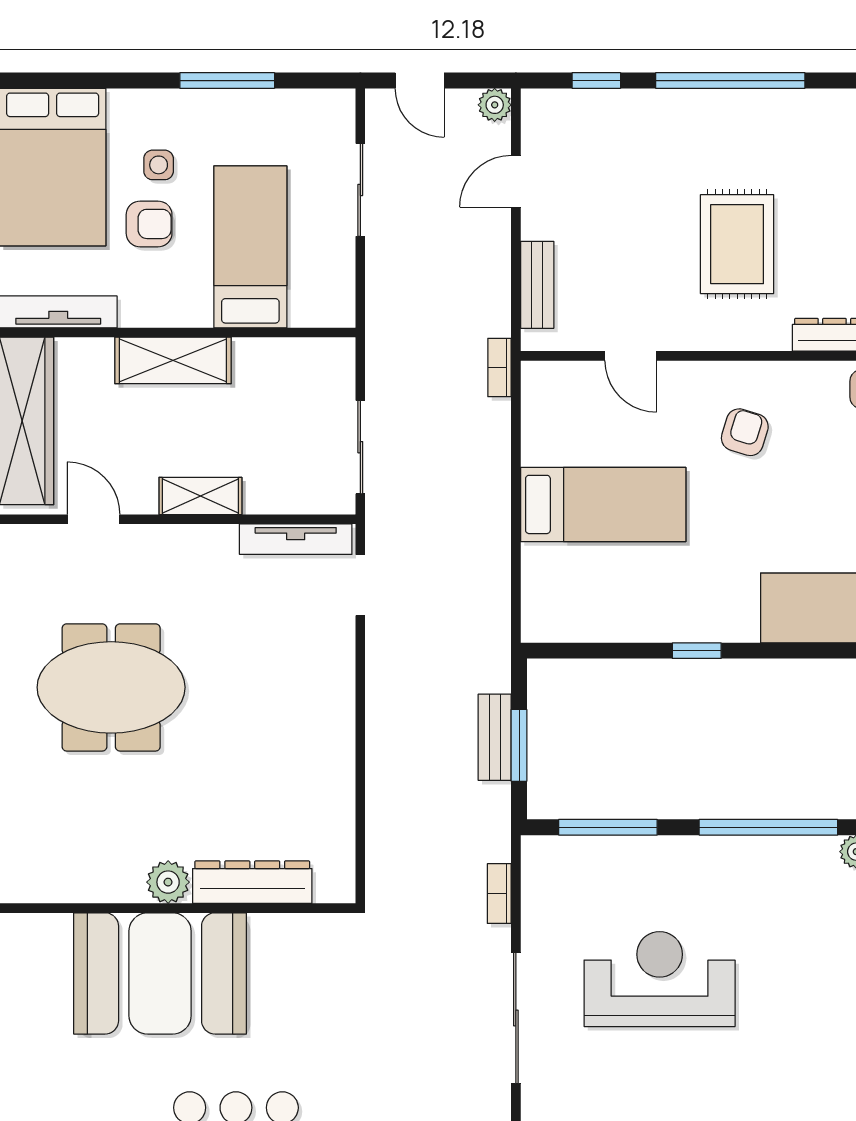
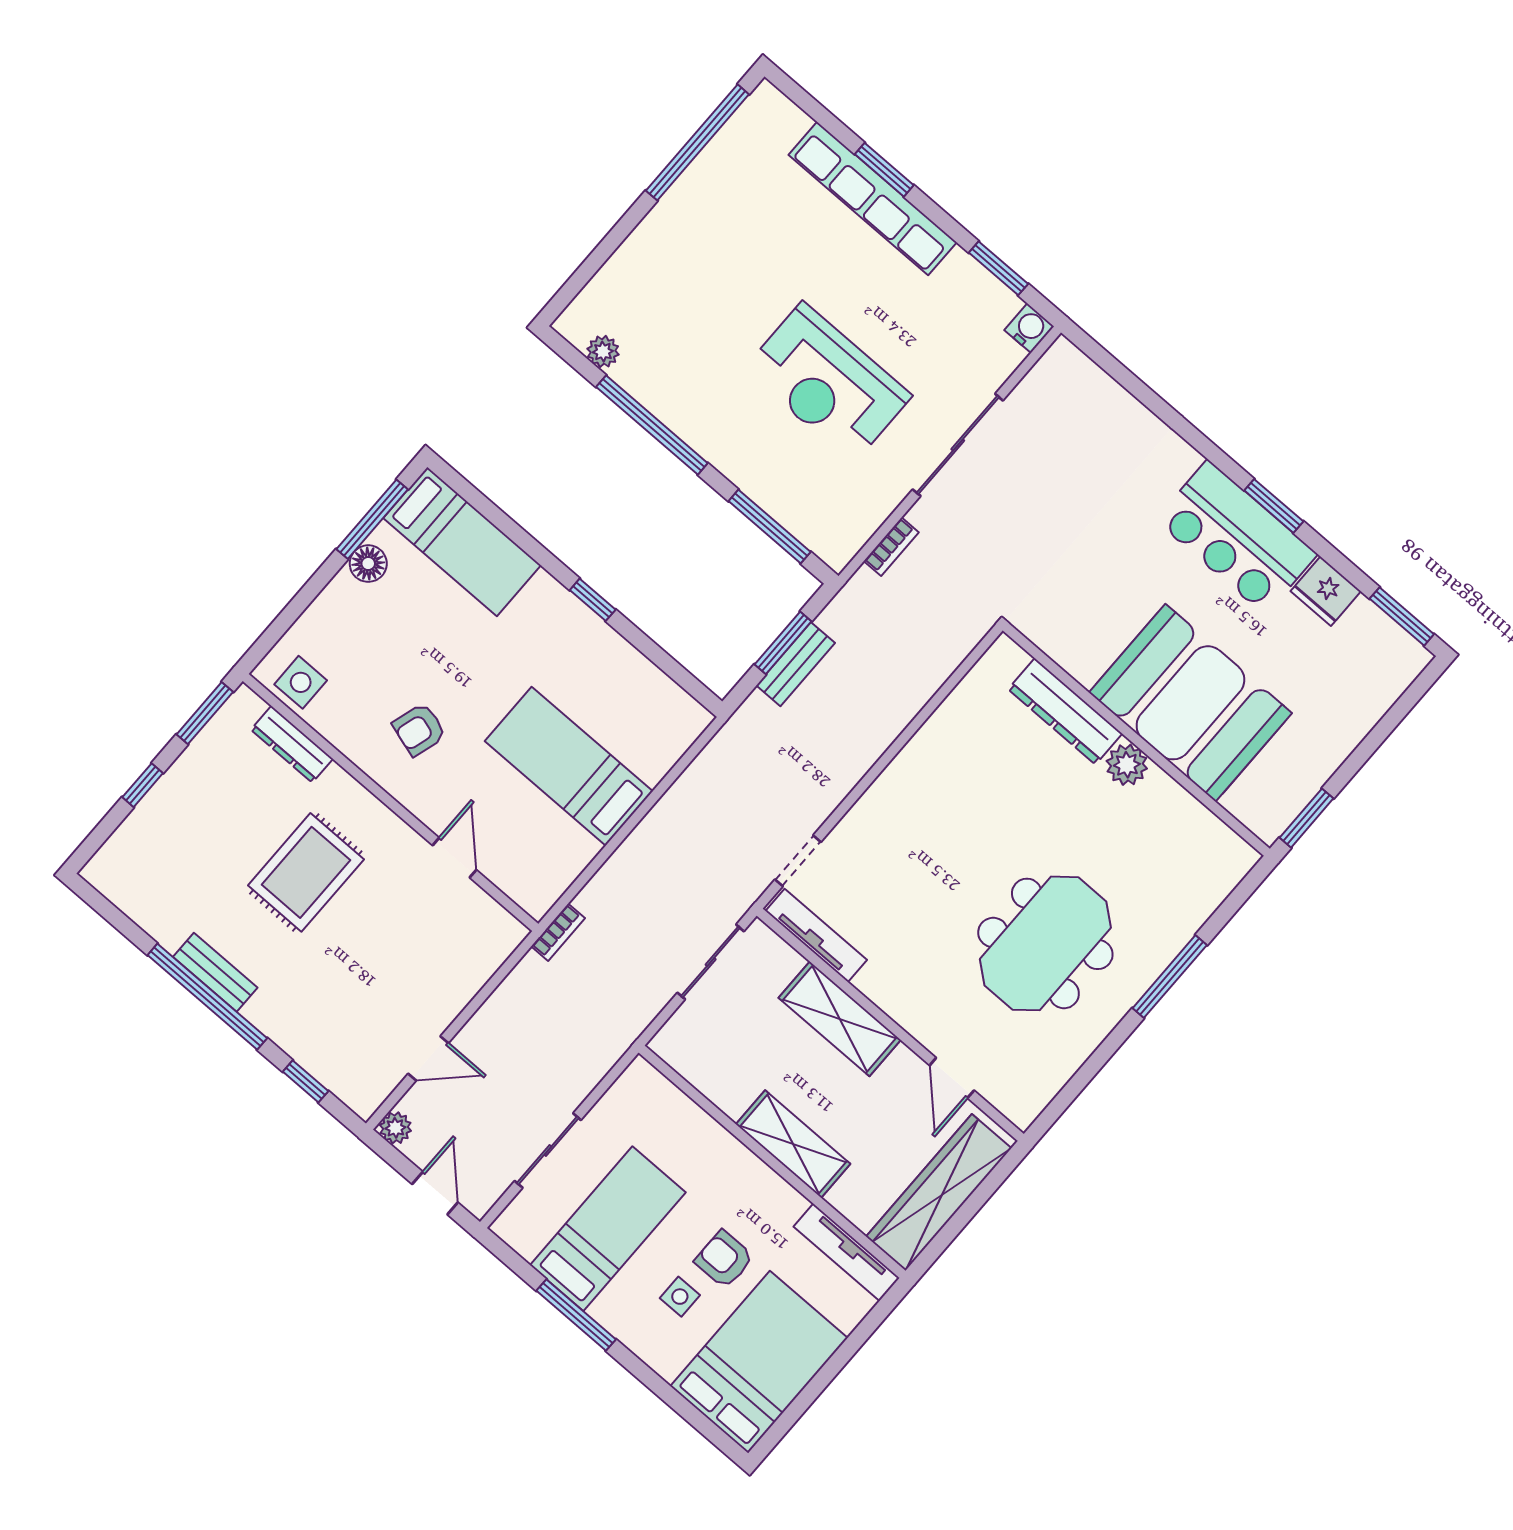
bed: (250, 247) -> (608, 1229), moved, turned 180
bench: (537, 285) -> (215, 972), moved, turned 90
shelving: (200, 496) -> (840, 1019), width x1.50, depth x1.33
meeting table: (111, 687) -> (1045, 943), turned 90

